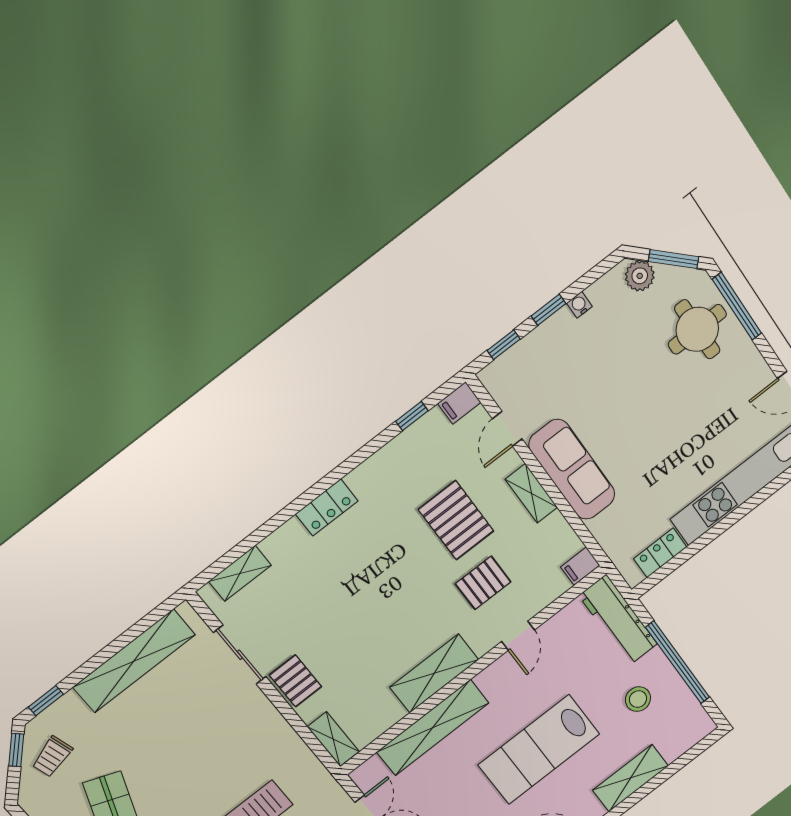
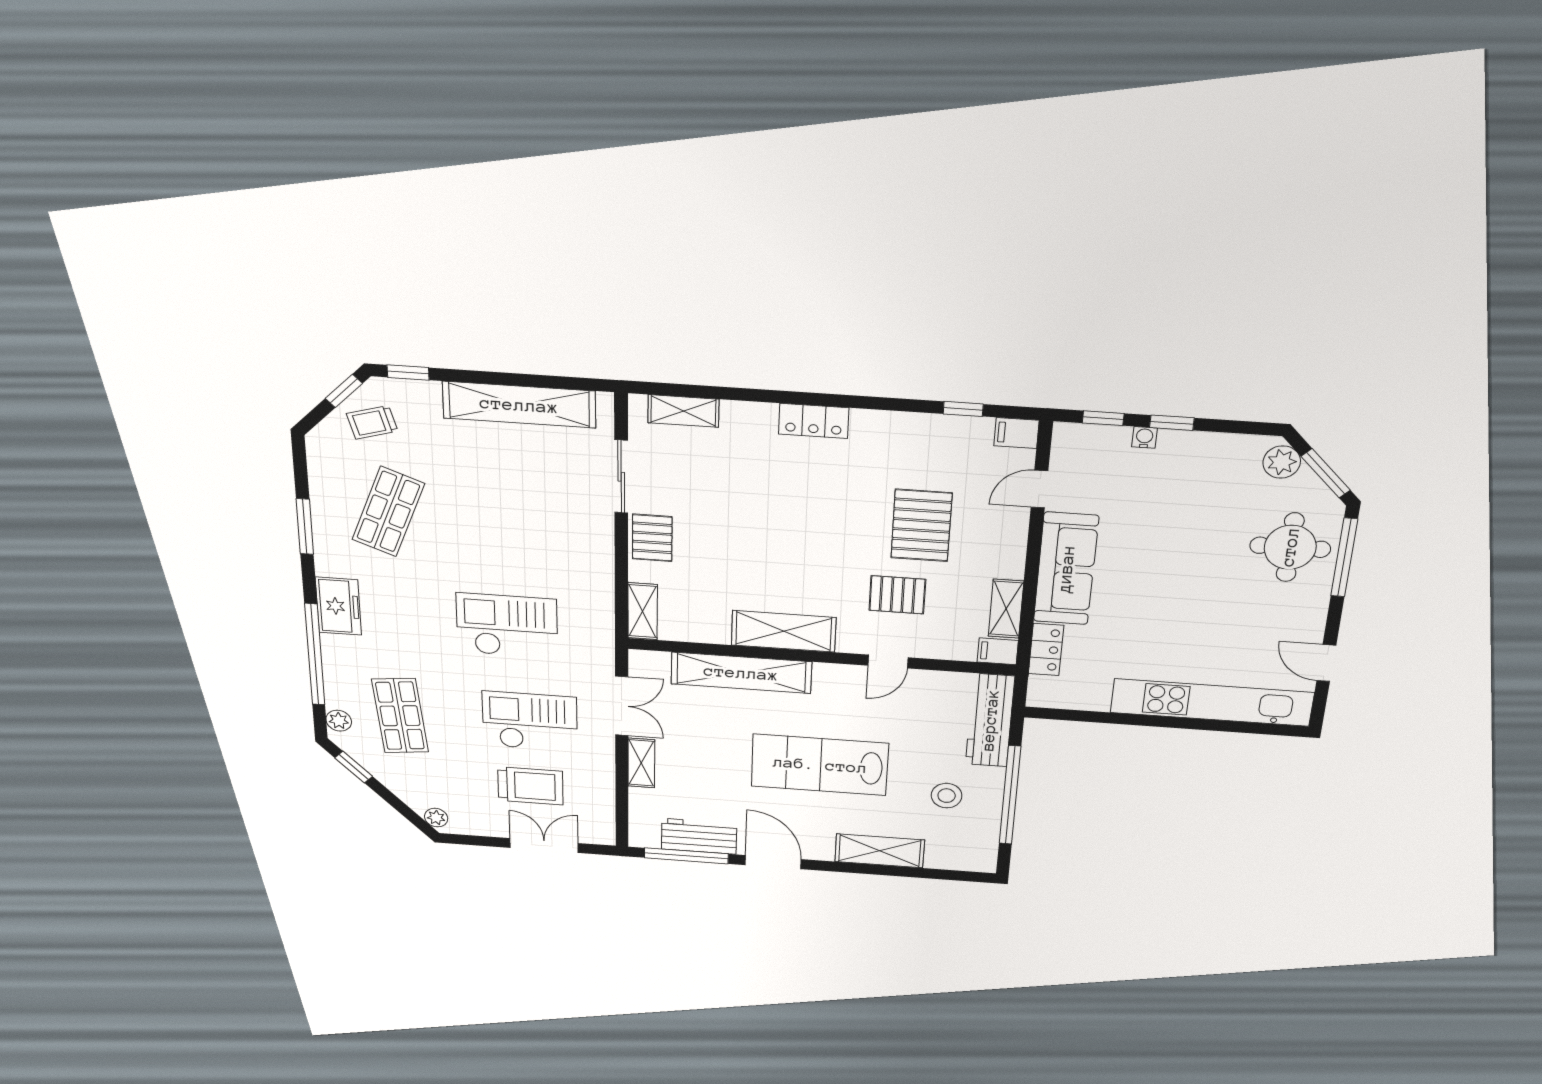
water cooler: (579, 305) -> (1144, 437), moved
shelving: (531, 493) -> (1006, 609), moved
locker: (660, 553) -> (1046, 650), moved, turned 90

